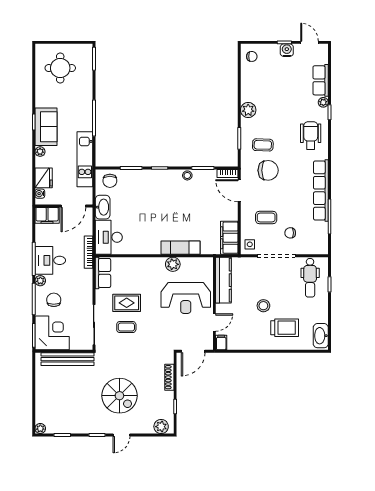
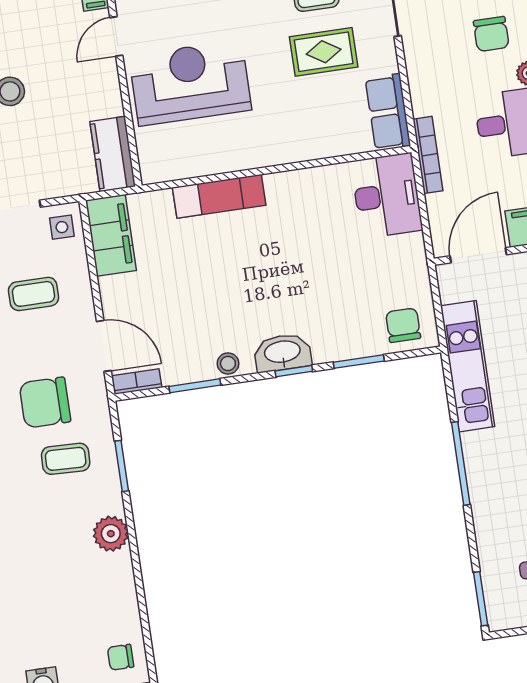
washbasin: (103, 207) -> (282, 353), moved, turned 90
plant: (173, 264) -> (231, 156), removed
kitchen counter: (223, 280) -> (113, 154), width x0.67

